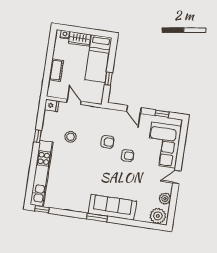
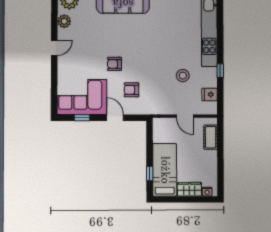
cot: (56, 70) -> (211, 137), moved
window: (108, 79) -> (150, 173), moved
fridge: (52, 105) -> (210, 94), moved
armchair: (107, 142) -> (131, 90), moved
corner sofa: (164, 145) -> (82, 97), moved, turned -90

